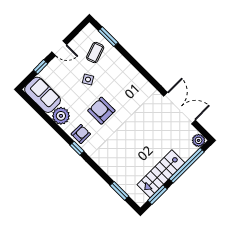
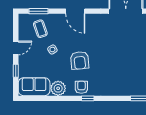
door: (138, 67) -> (75, 11), added
armchair: (101, 111) -> (80, 60), turned -95

